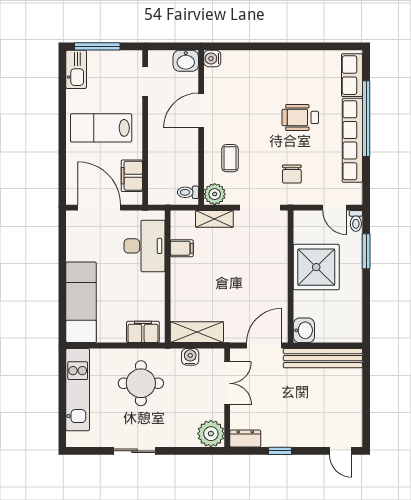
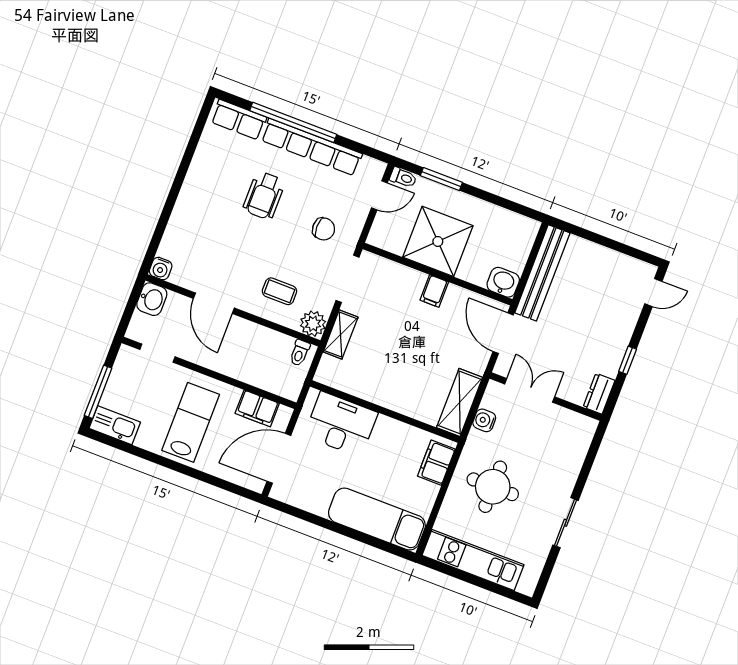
lab bench: (101, 128) -> (191, 422), turned 180
filing cabinet: (182, 248) -> (434, 291), moved, turned 180
plant: (211, 434) -> (579, 430), removed

